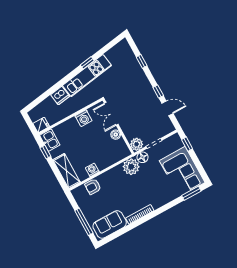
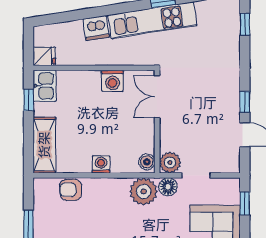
window: (142, 61) -> (245, 24), moved
boiler: (116, 135) -> (147, 162), moved
washing machine: (92, 170) -> (101, 164), moved

